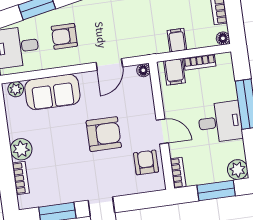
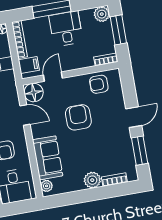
bookcase: (200, 62) -> (20, 39), width x1.56
floor lamp: (143, 70) -> (34, 92), width x1.89, depth x1.89
door: (162, 131) -> (53, 77), moved

